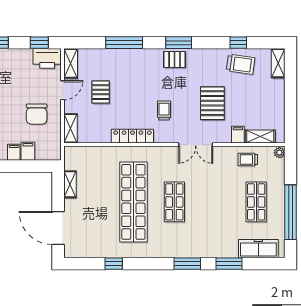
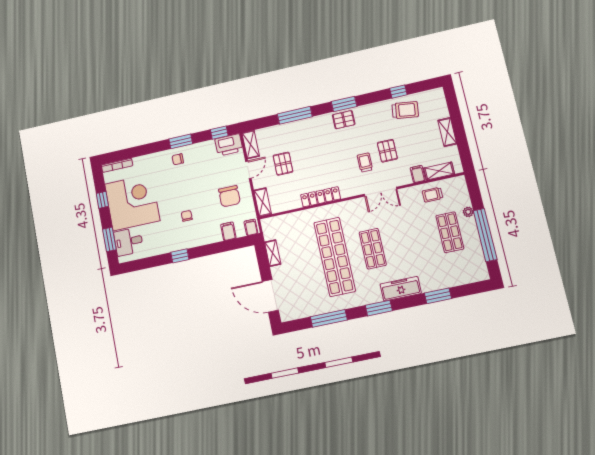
shelving: (278, 63) -> (447, 132), moved
pallet: (212, 103) -> (387, 151), width x0.67, depth x0.71
trolley: (164, 110) -> (365, 162), moved
filing cabinet: (14, 152) -> (251, 227), moved
plant: (279, 153) -> (468, 212), moved
freezer: (258, 249) -> (401, 289), moved
window: (114, 264) -> (329, 318), width x2.17
window: (187, 264) -> (379, 308), moved

